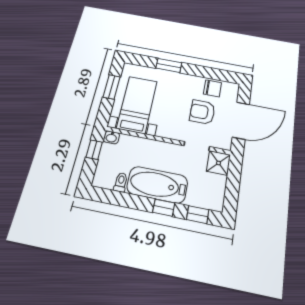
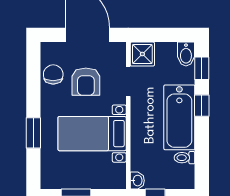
bed with nightstands: (137, 105) -> (92, 134), moved
bidet: (213, 202) -> (186, 54), added

